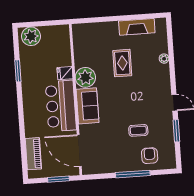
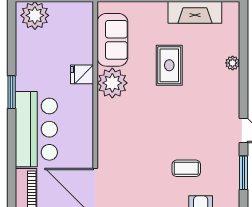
window: (18, 71) -> (12, 92), moved
bar counter: (61, 106) -> (36, 129), moved, turned 180
sofa: (87, 106) -> (112, 40), moved

